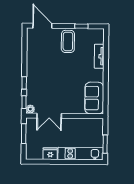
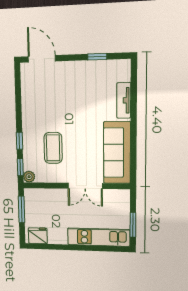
coffee table: (68, 41) -> (53, 148), moved
sofa: (94, 98) -> (117, 153), width x1.36
double door: (49, 116) -> (85, 186), moved
fridge: (50, 154) -> (38, 236), moved

